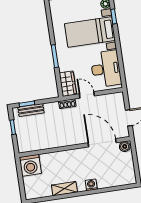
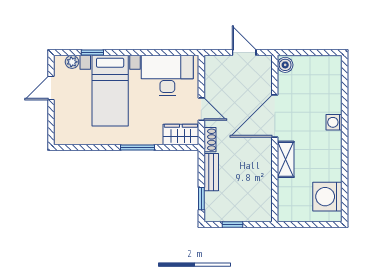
door: (87, 95) -> (201, 109), swing flipped
bench: (31, 110) -> (211, 172), moved
door: (102, 143) -> (275, 116), moved
washing machine: (30, 165) -> (327, 197), moved, turned 180
shelving: (64, 189) -> (286, 159), moved

